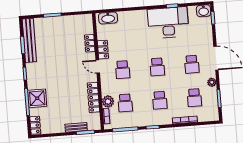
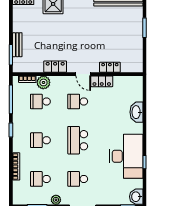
washbasin: (108, 18) -> (136, 112), moved
door: (98, 67) -> (83, 74), swing flipped
school desk: (157, 67) -> (78, 140), width x1.85
locker: (93, 97) -> (55, 67), width x0.66

